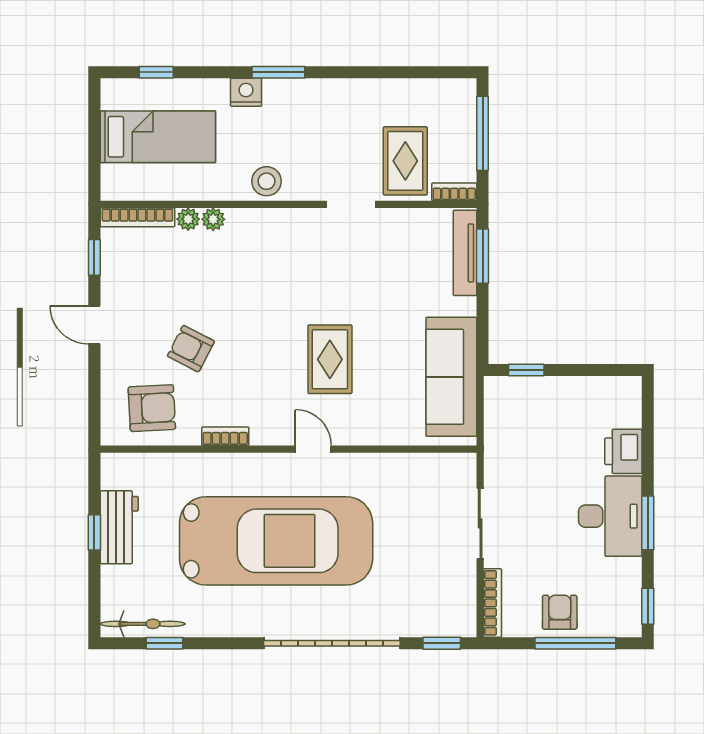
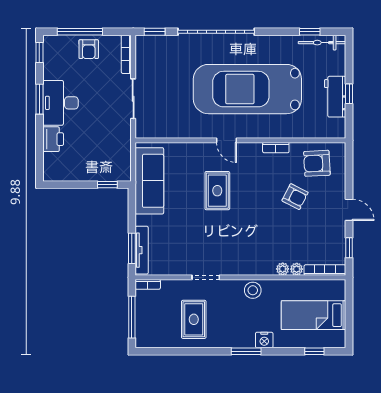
rug: (405, 161) -> (194, 319), moved

